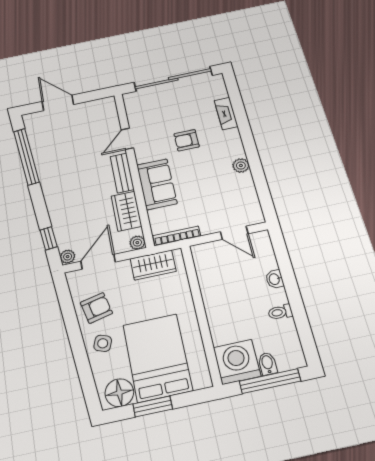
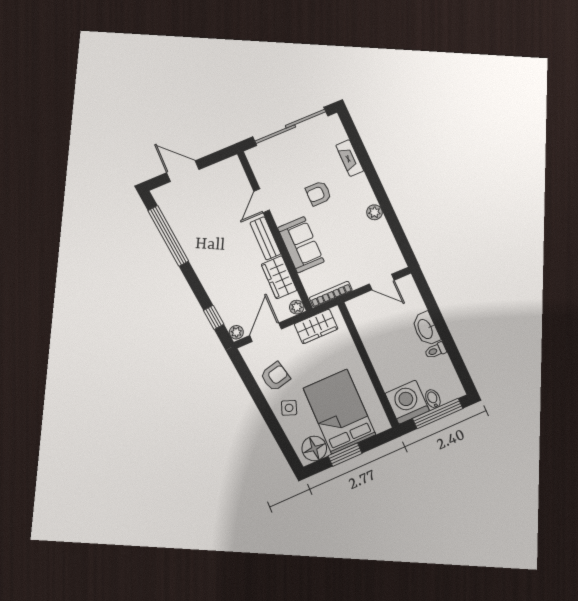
washbasin: (275, 279) -> (426, 329), width x1.91, depth x1.45

